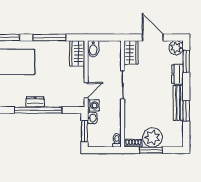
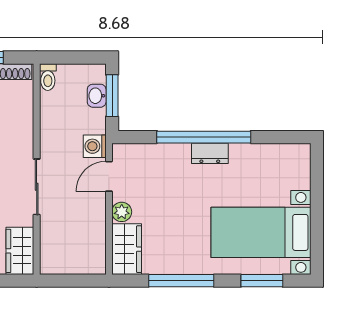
bidet: (93, 49) -> (95, 258), removed
plant: (80, 72) -> (122, 212), added
washbasin: (92, 118) -> (97, 96), moved

